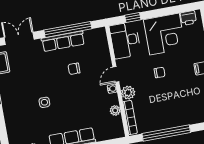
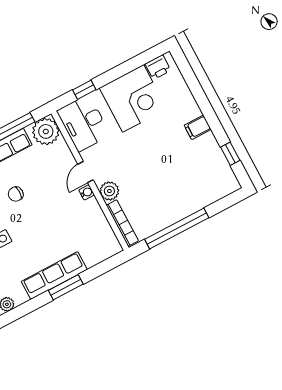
chair: (74, 69) -> (16, 194), moved
chair: (160, 72) -> (143, 151), removed
plant: (115, 110) -> (46, 131), moved, width x1.88, depth x1.88

